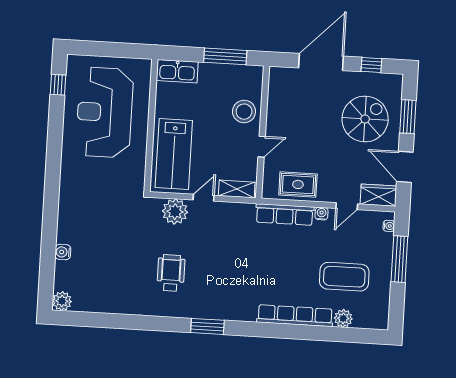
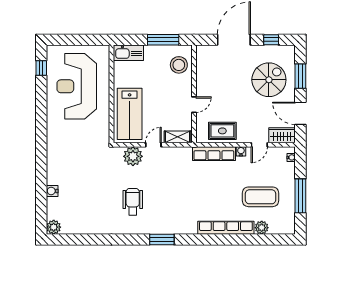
stool: (244, 112) -> (179, 65), moved
window: (399, 259) -> (300, 196), moved

